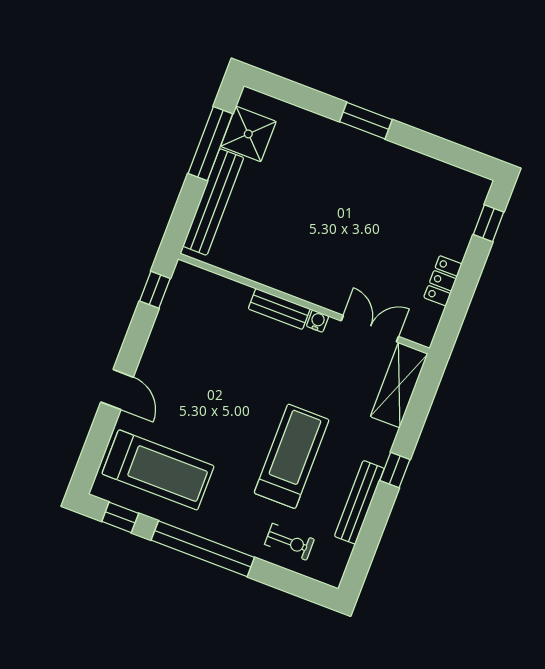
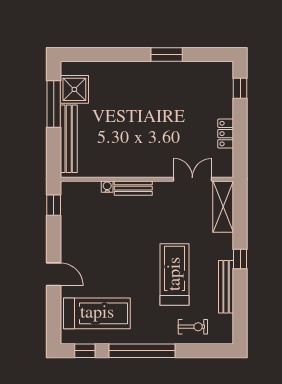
window: (366, 121) -> (167, 54), moved
water cooler: (318, 321) -> (107, 187), moved

